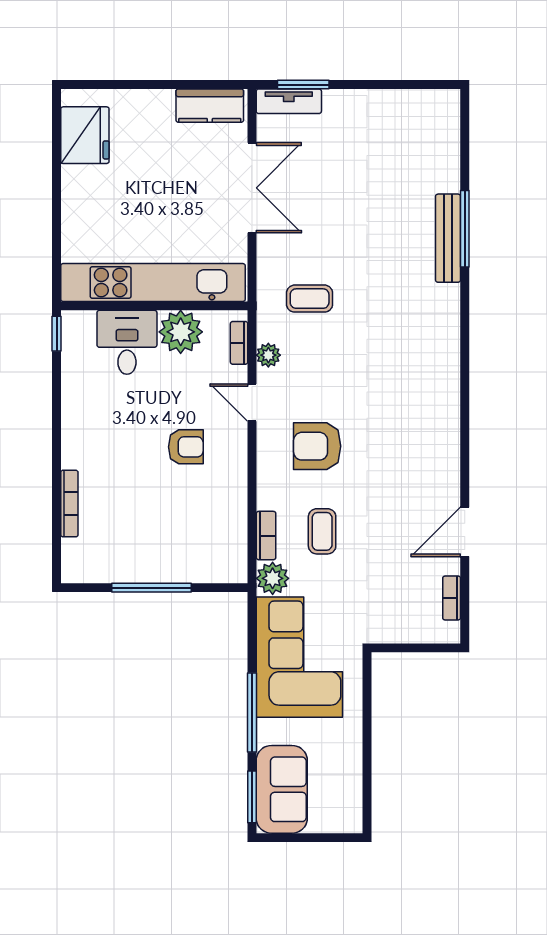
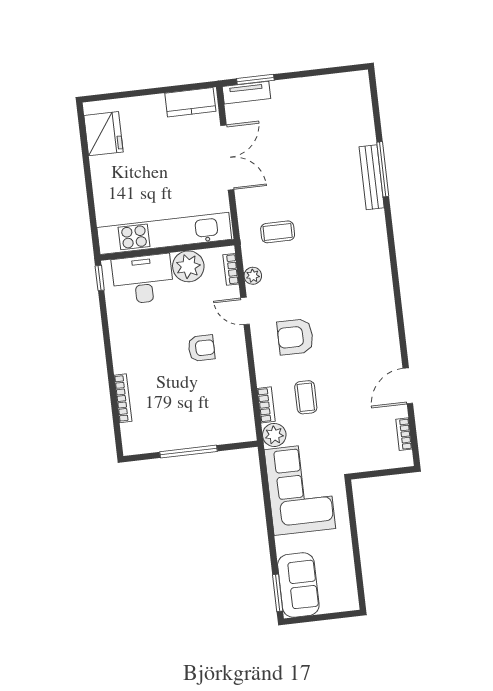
desk: (127, 342) -> (143, 279), width x1.37
window: (252, 712) -> (271, 533), removed

